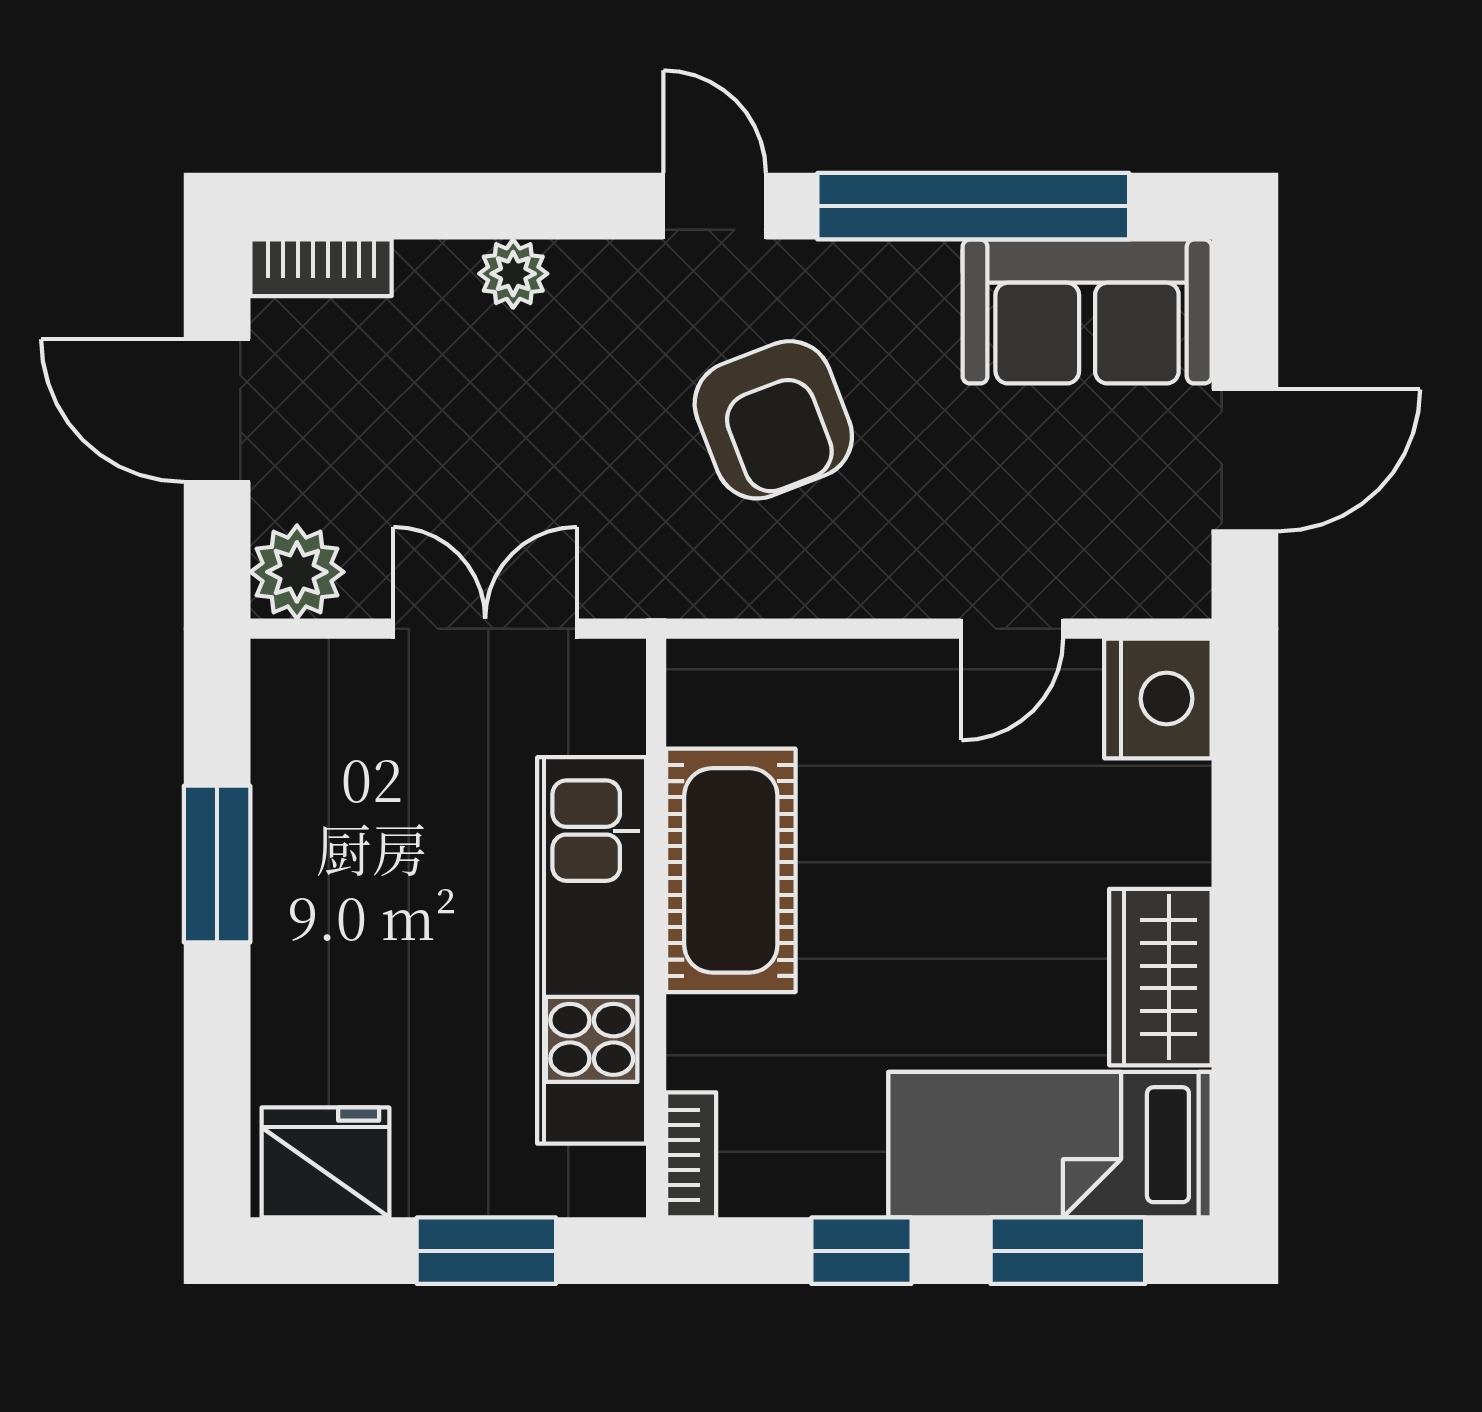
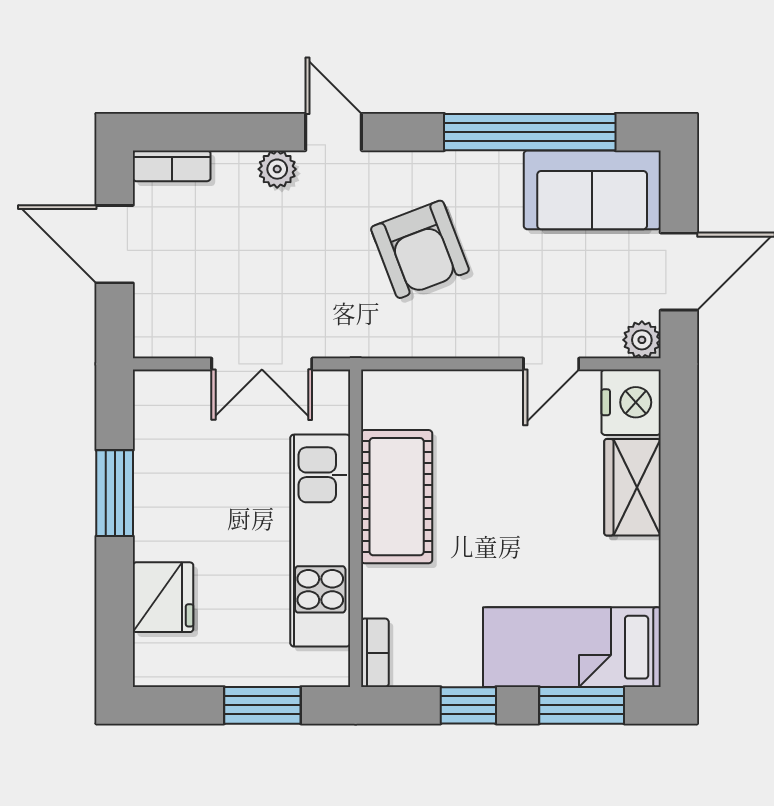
door: (715, 206) -> (334, 132), moved
plant: (297, 572) -> (642, 340), moved, width x0.73, depth x0.73
double door: (485, 629) -> (262, 364), swing flipped
wardrobe: (1160, 977) -> (632, 487), moved
fridge: (325, 1162) -> (163, 597), moved, turned 90

